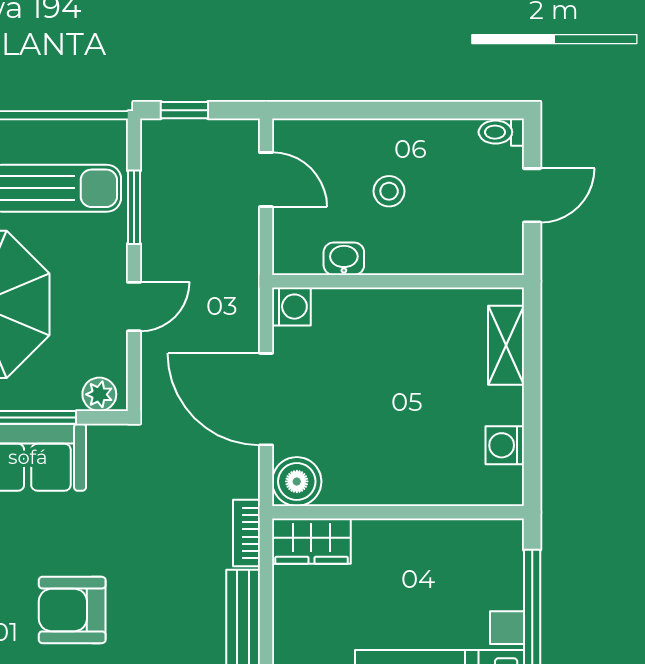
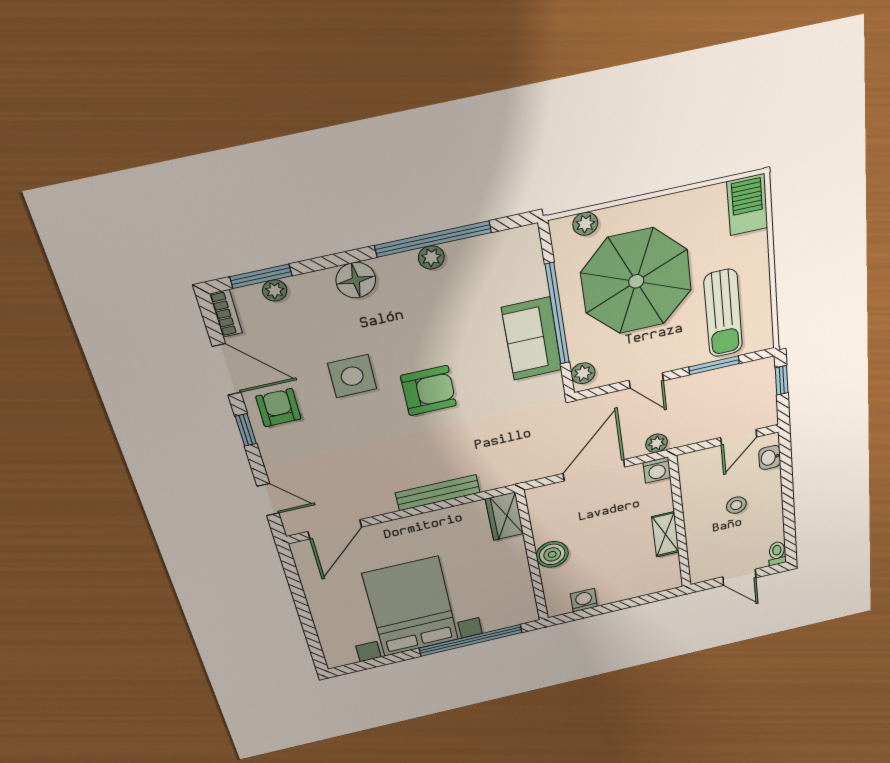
washbasin: (344, 259) -> (770, 457), moved, turned 180
plant: (244, 302) -> (657, 443), added
shelving: (506, 345) -> (665, 534), moved, turned 90
boiler: (297, 481) -> (552, 554), moved
bookcase: (246, 533) -> (503, 480), removed
armchair: (72, 610) -> (429, 391), turned 90

